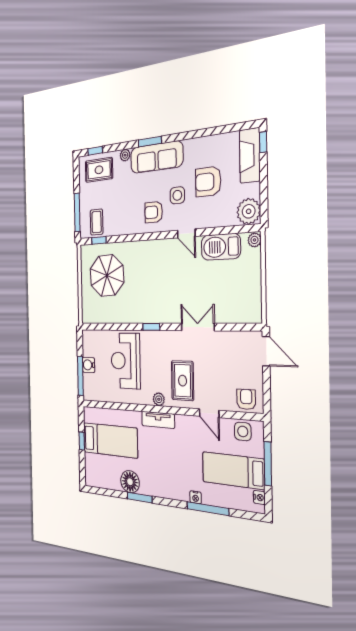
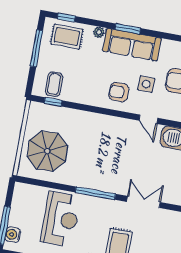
window: (77, 212) -> (36, 48), moved
parasol: (107, 276) -> (47, 151), moved
window: (151, 327) -> (95, 193), width x2.17
reception desk: (126, 361) -> (61, 219), turned 180
water cooler: (88, 365) -> (13, 235), moved

